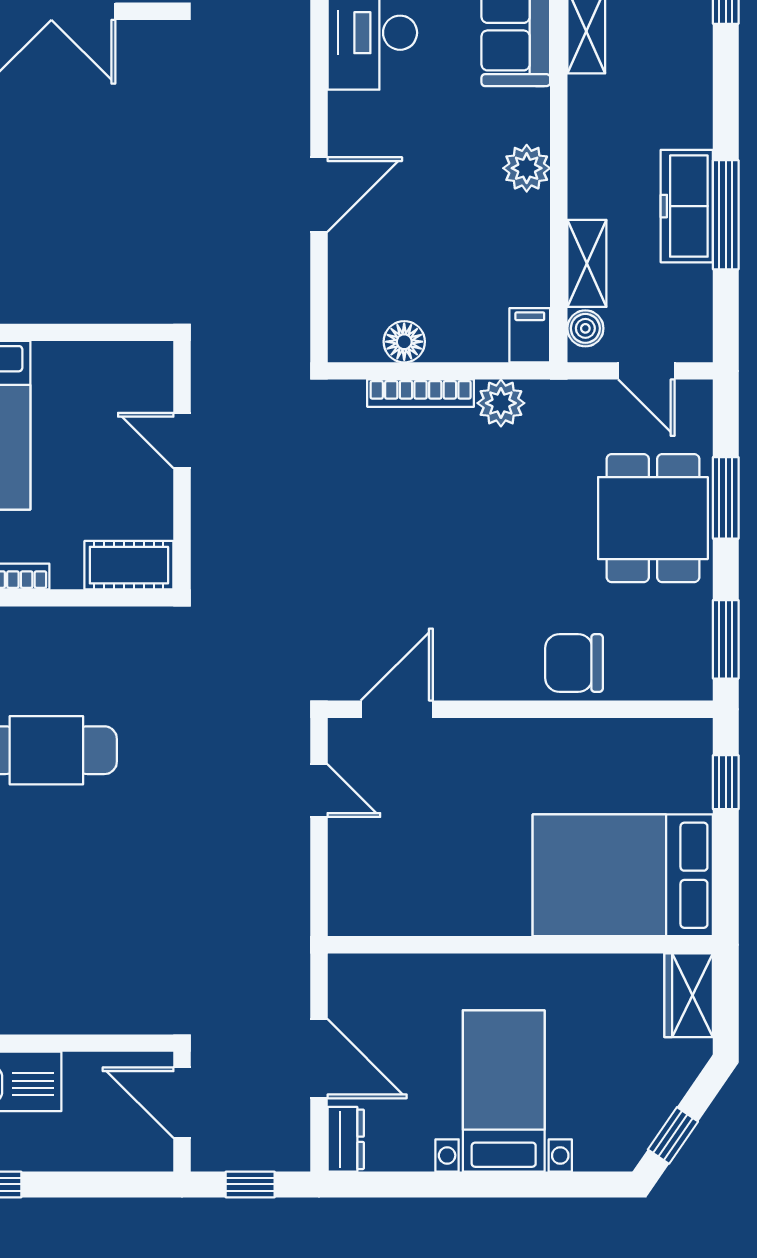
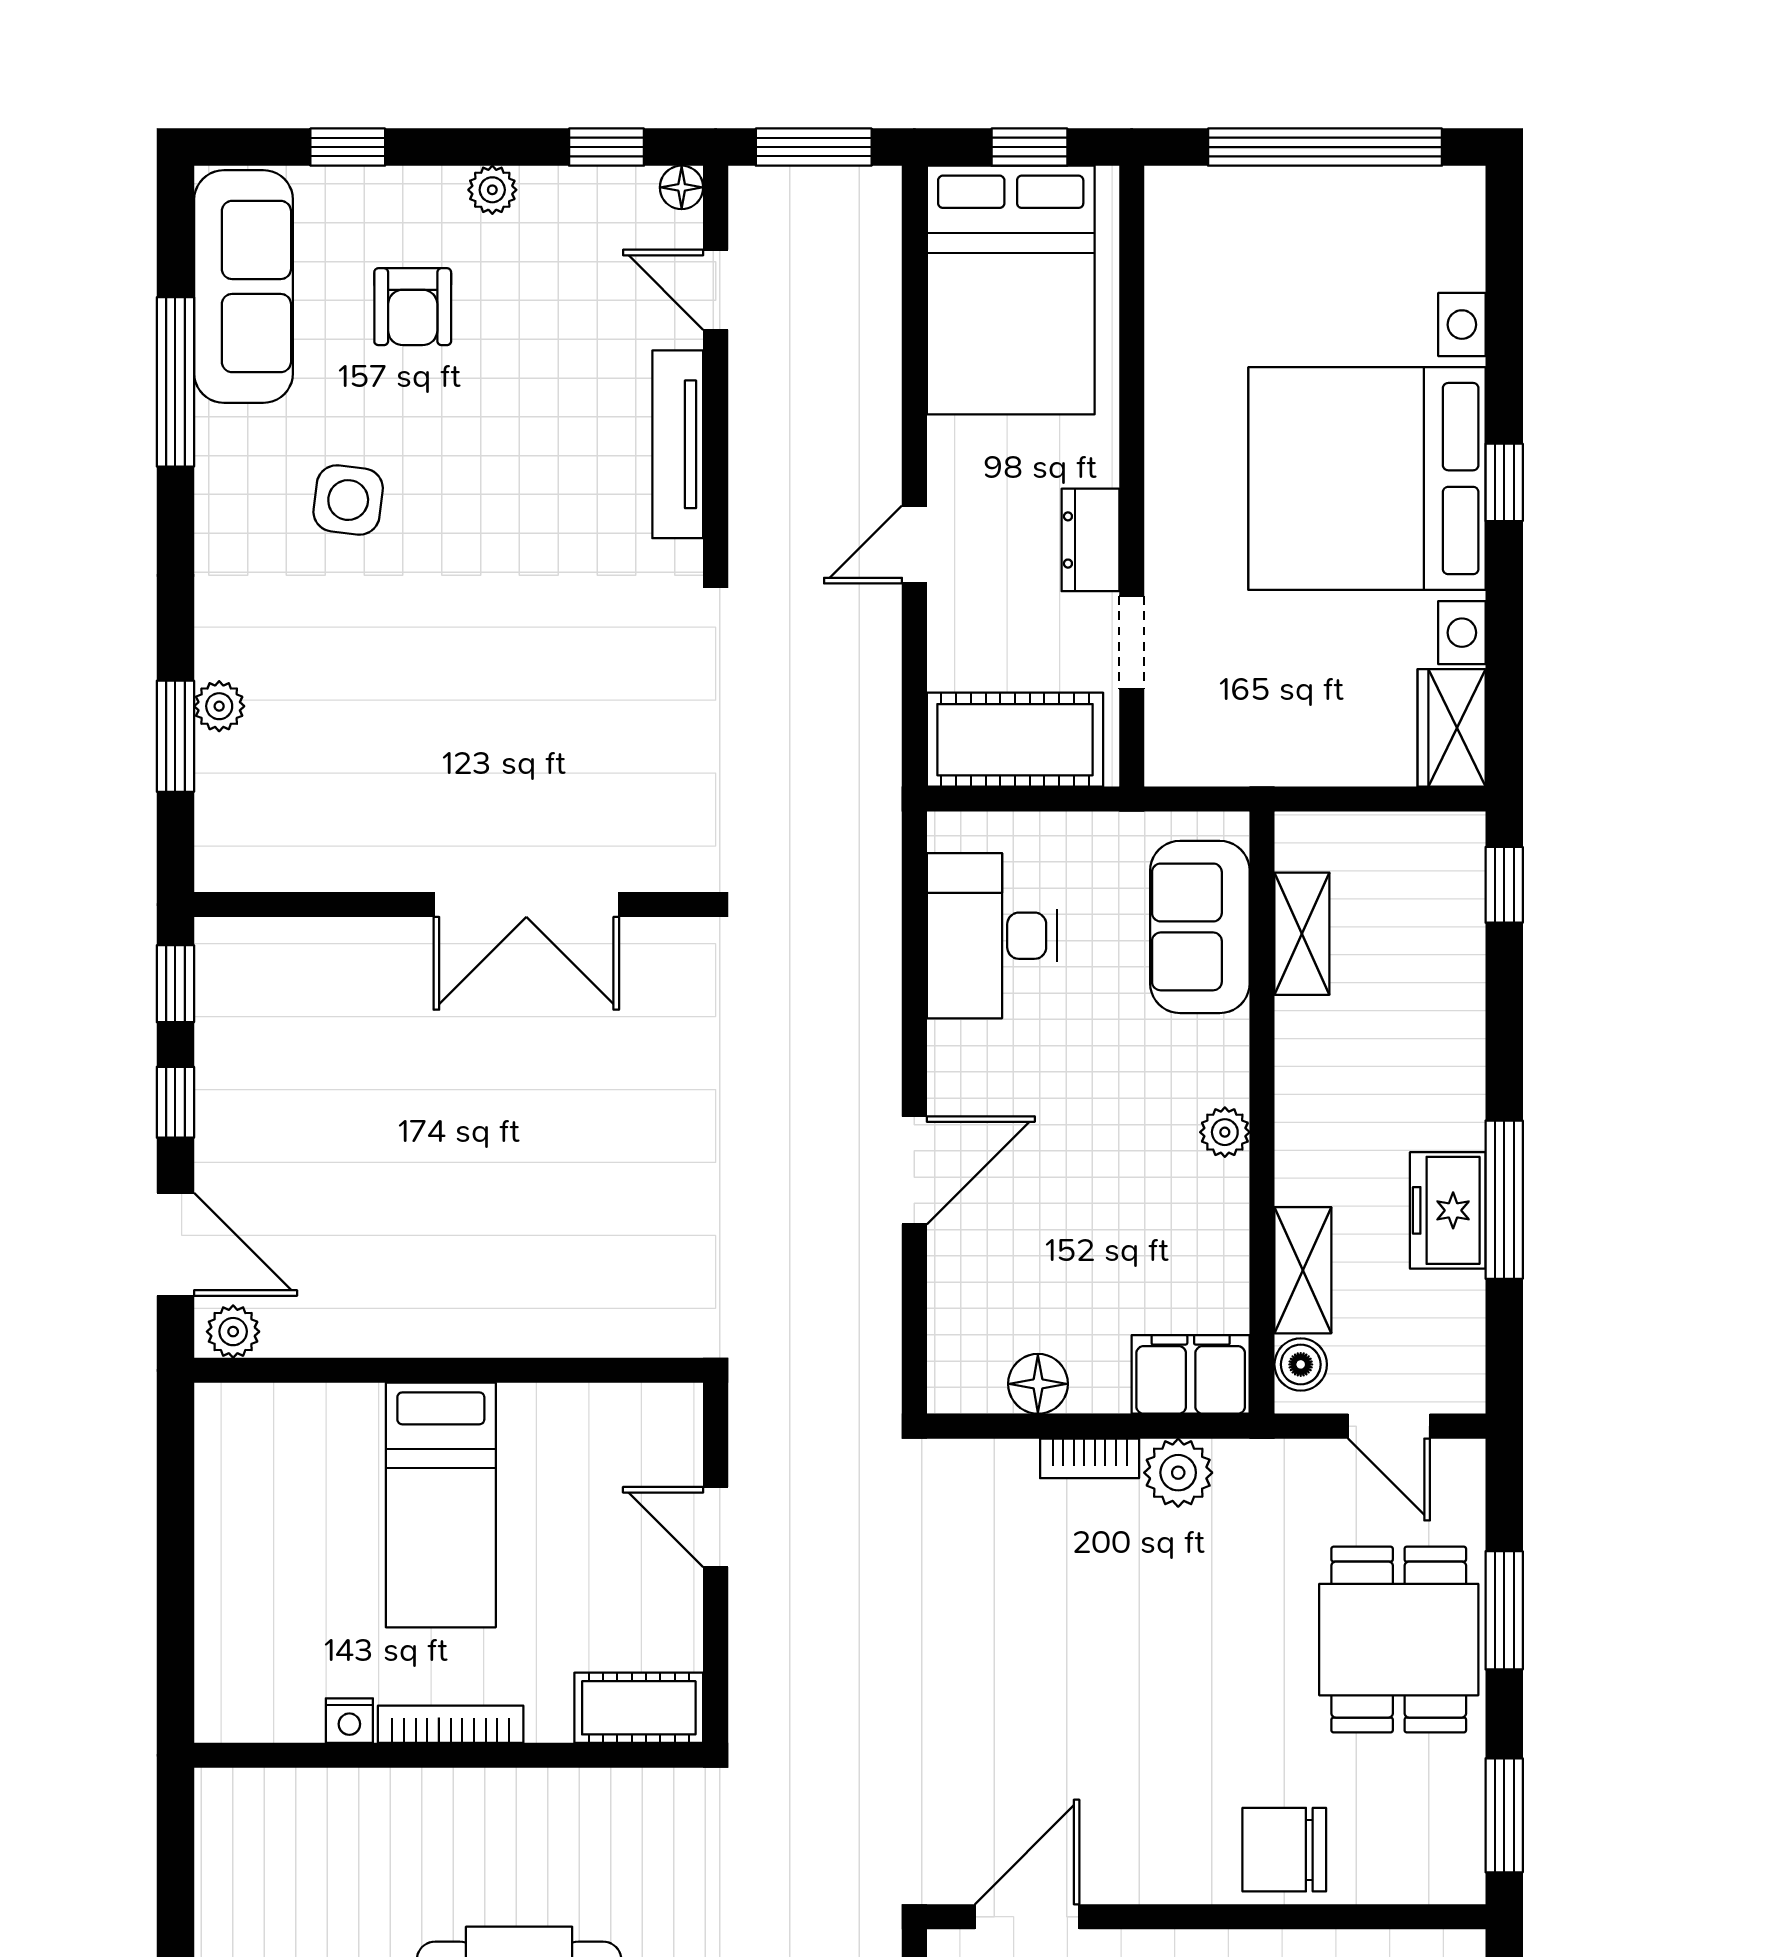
plant: (527, 168) -> (1225, 1132), width x0.73, depth x0.73
freezer: (687, 206) -> (1448, 1210), width x0.71
filing cabinet: (530, 335) -> (1191, 1374), width x2.00
bookcase: (421, 393) -> (1090, 1458), width x0.64

